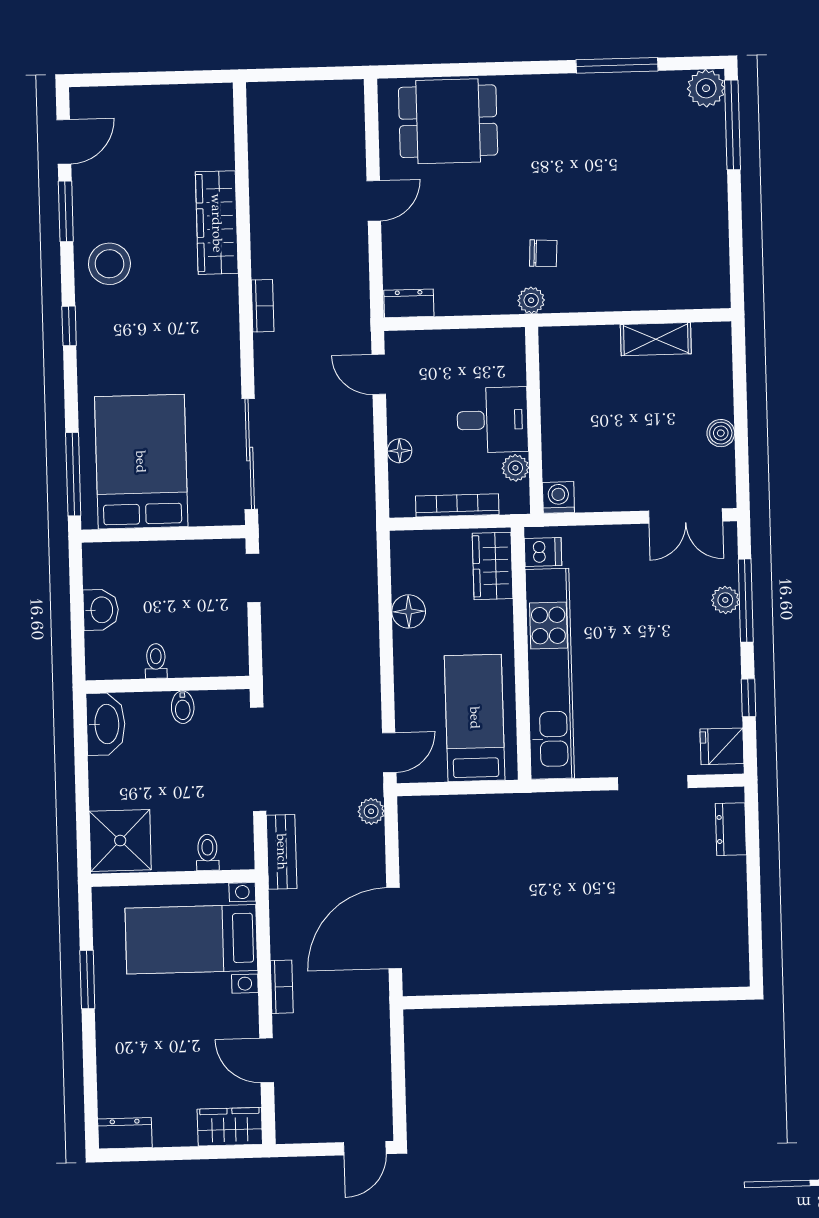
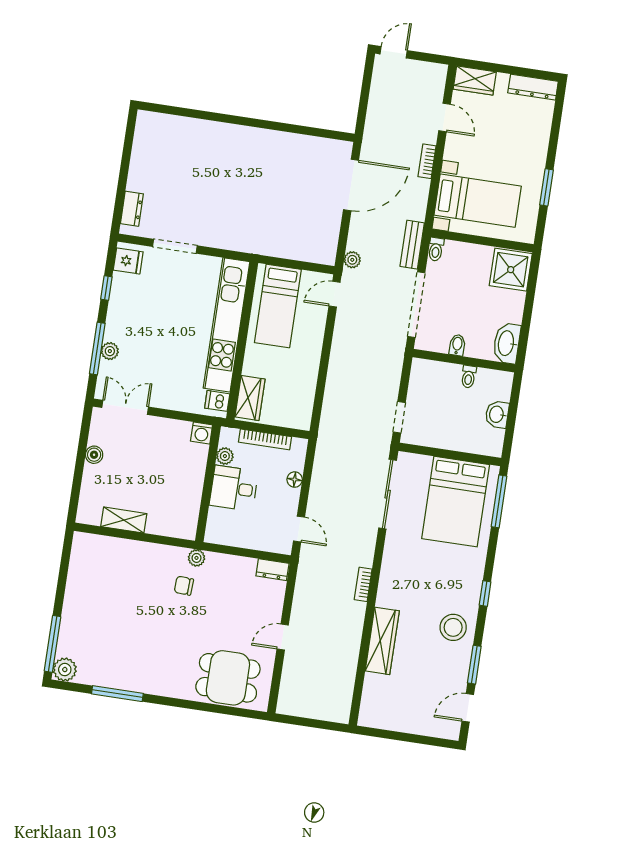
floor lamp: (409, 611) -> (307, 379), removed
toilet: (208, 852) -> (436, 249), moved
dresser: (125, 1133) -> (533, 87), width x1.44

